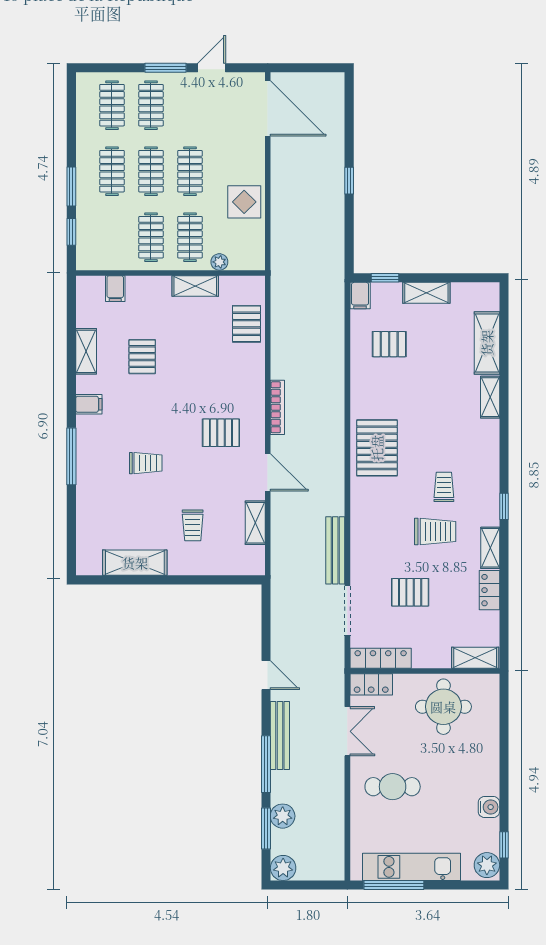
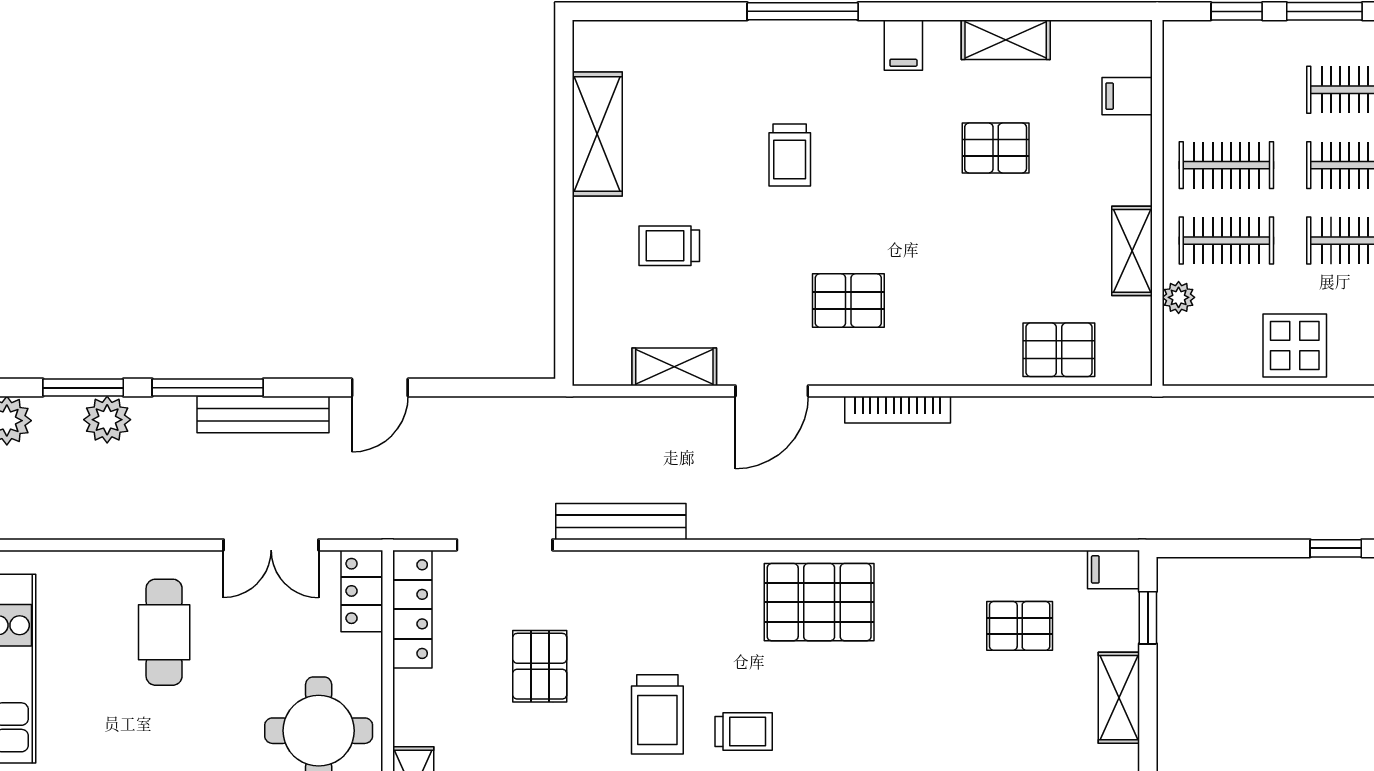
pallet: (389, 344) -> (1020, 626), turned 90
pallet: (221, 433) -> (848, 301), turned 90

